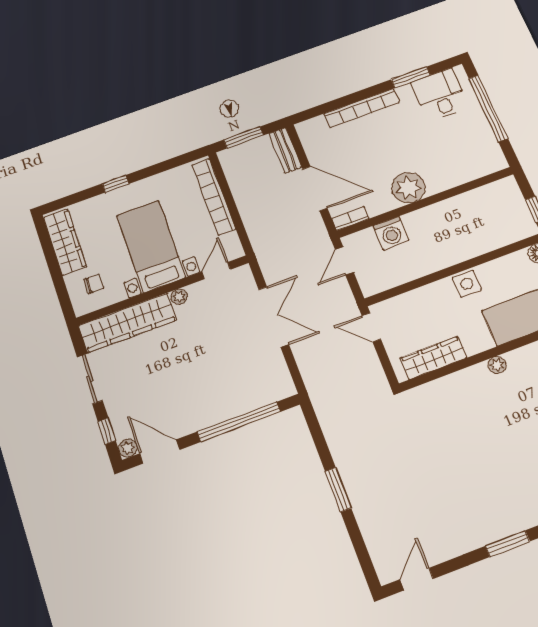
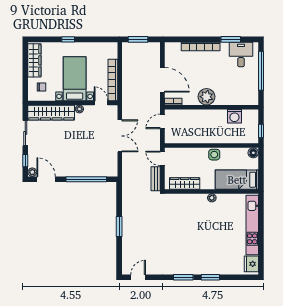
bench: (285, 150) -> (156, 179), moved
bookcase: (214, 197) -> (113, 80), moved
washing machine: (391, 233) -> (234, 116), moved
door: (216, 271) -> (101, 103), hinge flipped

